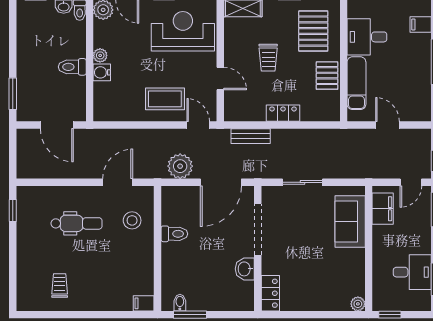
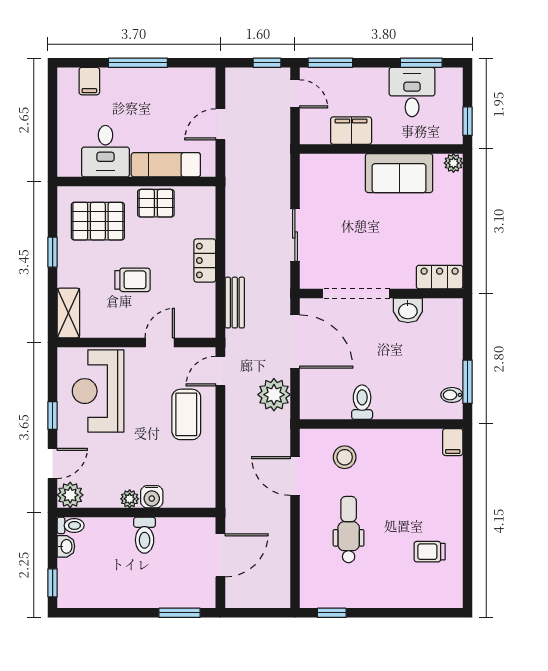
filing cabinet: (383, 209) -> (351, 131), moved
sofa: (350, 221) -> (399, 173), moved

